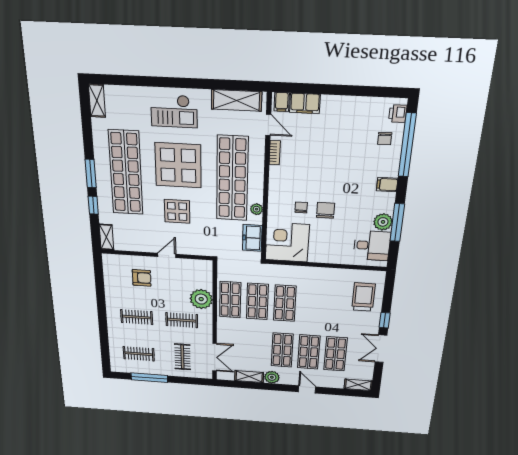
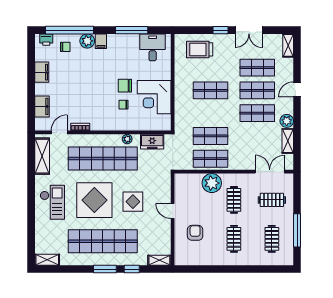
filing cabinet: (282, 102) -> (42, 72), moved, width x2.00
plant: (383, 222) -> (87, 41), moved
corner desk: (287, 242) -> (154, 97), moved
shop shelf: (285, 303) -> (211, 90), moved

